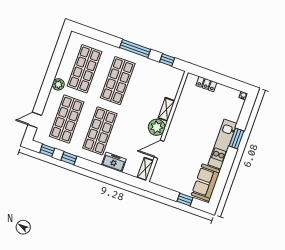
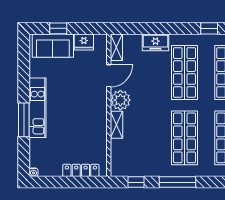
locker: (206, 84) -> (81, 170), width x1.53
window: (236, 139) -> (24, 120), width x1.44
fridge: (169, 182) -> (84, 42), added
sofa: (206, 183) -> (53, 46), moved, turned 90

